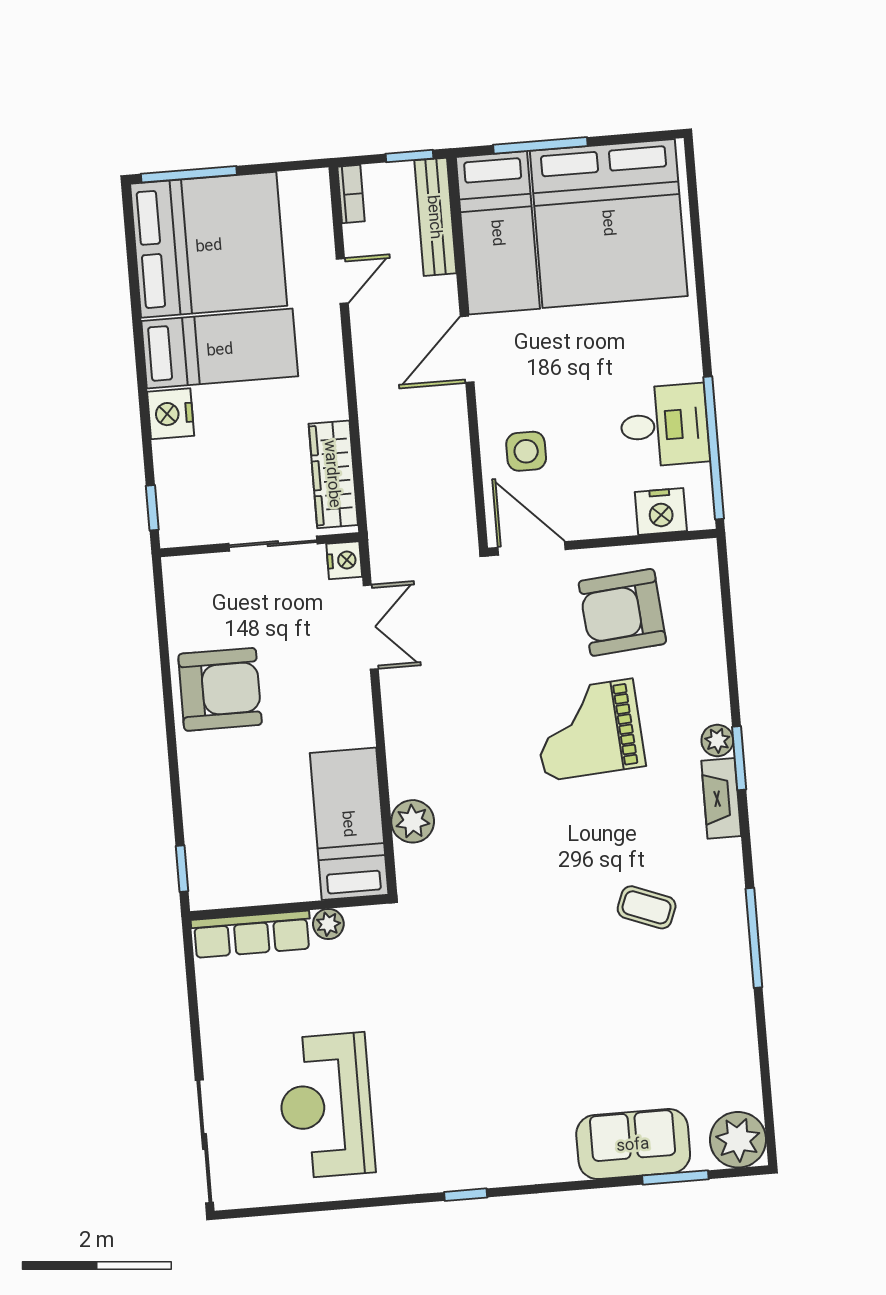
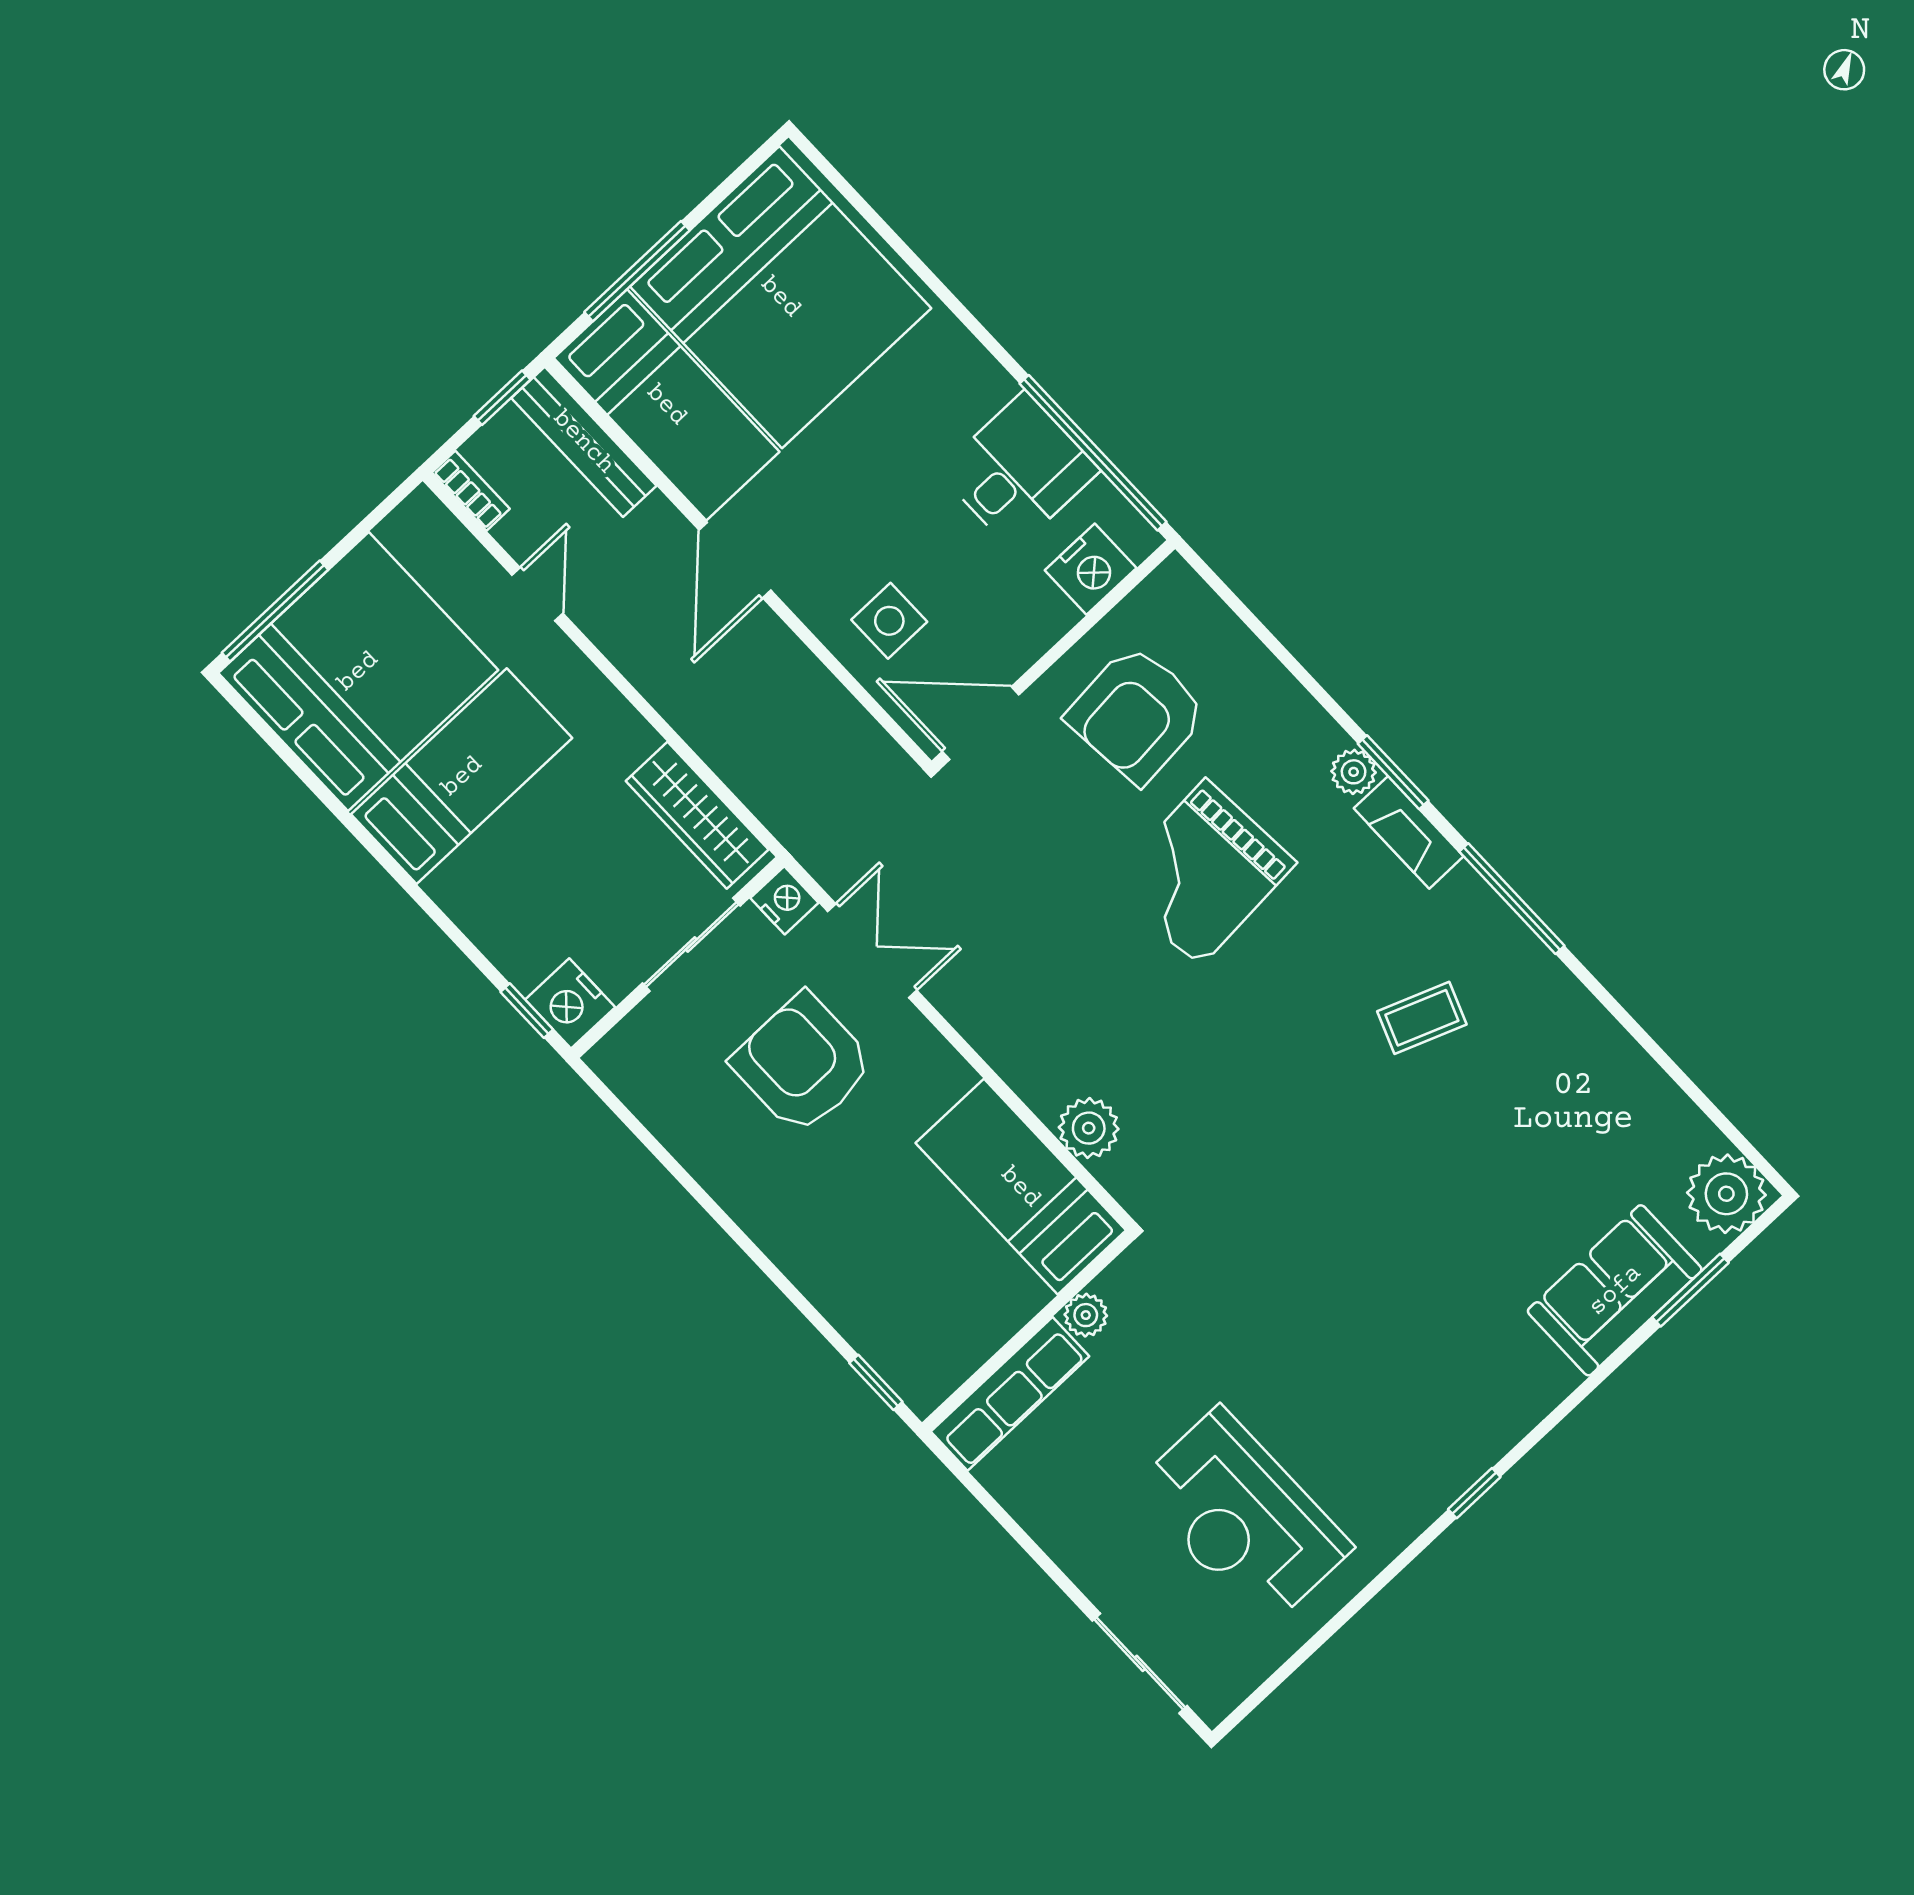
nightstand: (171, 414) -> (570, 1003), moved
armchair: (220, 689) -> (803, 1064), moved, turned -90
window: (754, 938) -> (1512, 899), moved
sliding door: (204, 1141) -> (1140, 1663), width x0.73

